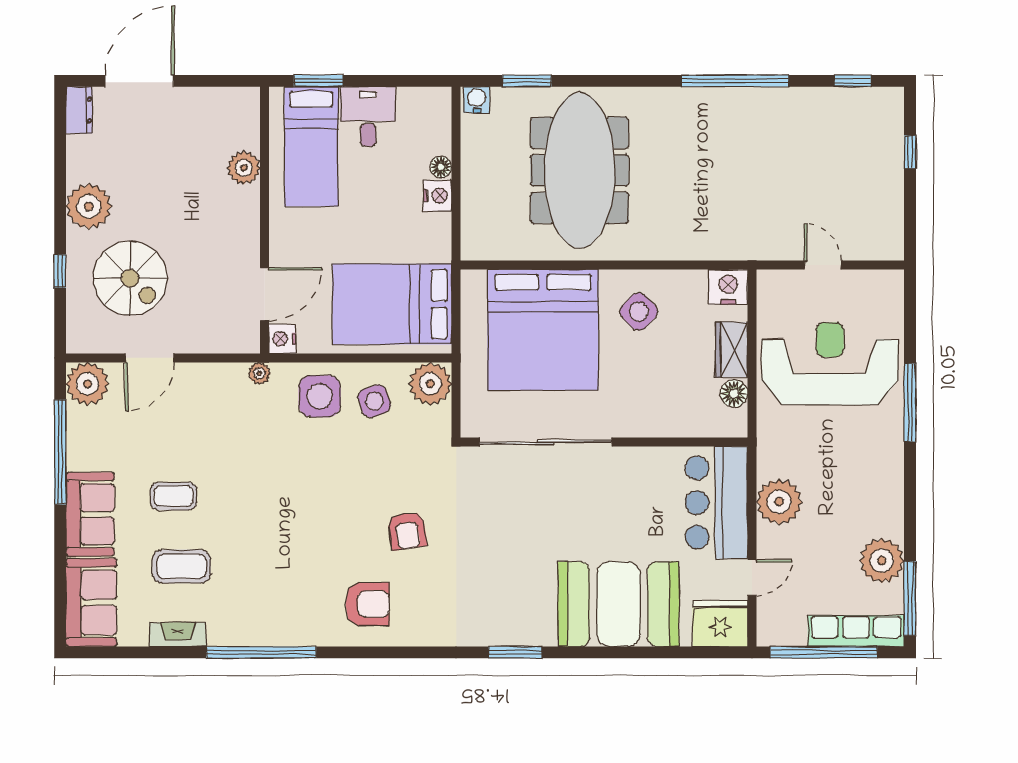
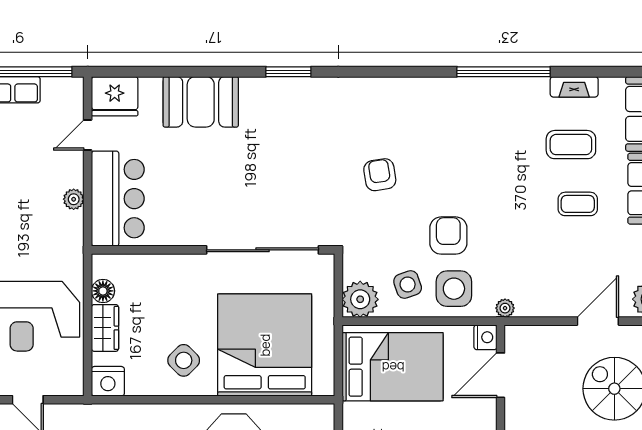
plant: (779, 502) -> (74, 199), width x0.53, depth x0.53
armchair: (367, 604) -> (448, 236), moved, turned 90
booth: (619, 604) -> (201, 102), width x0.73, depth x0.70

